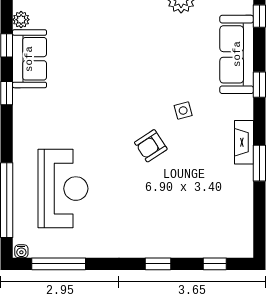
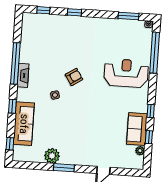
window: (259, 163) -> (15, 63), width x2.11
reception desk: (63, 189) -> (126, 73), moved, turned 90
window: (59, 264) -> (129, 16), width x0.69

